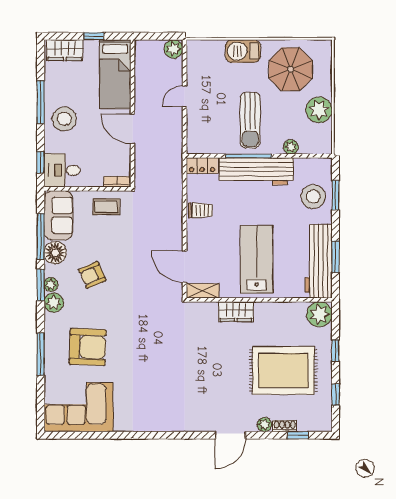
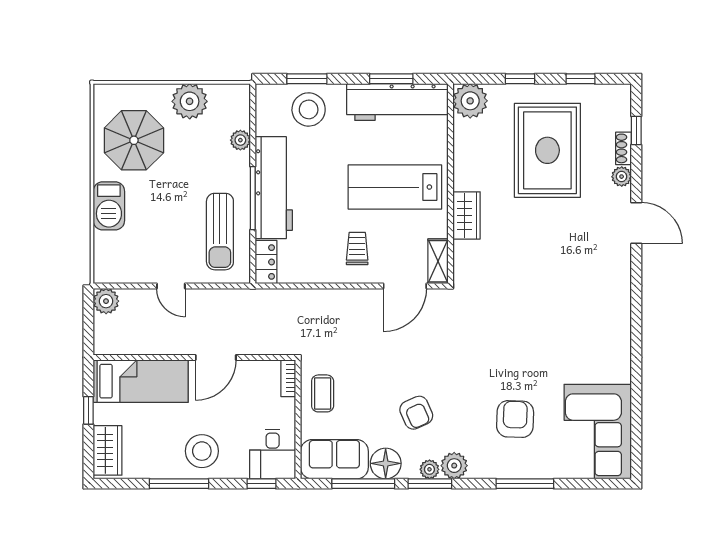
sun lounger: (250, 120) -> (220, 232), moved, turned 90
trolley: (200, 210) -> (357, 249), moved
armchair: (88, 347) -> (515, 419), width x0.73, depth x0.73

